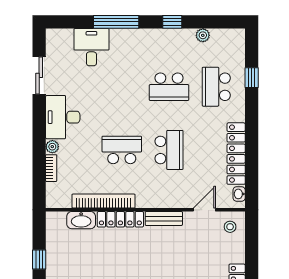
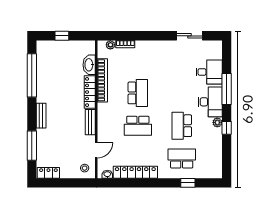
plant: (203, 35) -> (217, 122), moved
desk: (63, 117) -> (210, 102), moved, turned 90
plant: (52, 147) -> (110, 45), moved
door: (204, 210) -> (96, 150), hinge flipped

